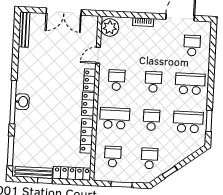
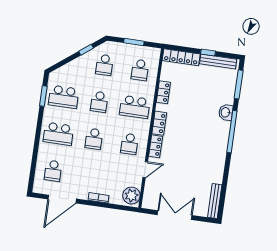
washbasin: (22, 102) -> (226, 112), moved
locker: (87, 136) -> (163, 92), width x0.66

